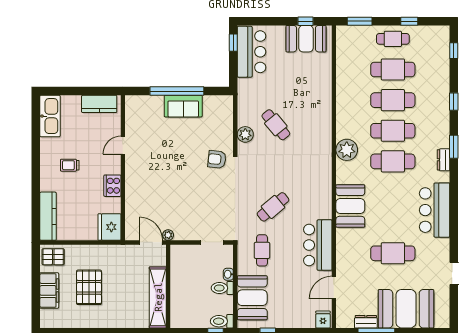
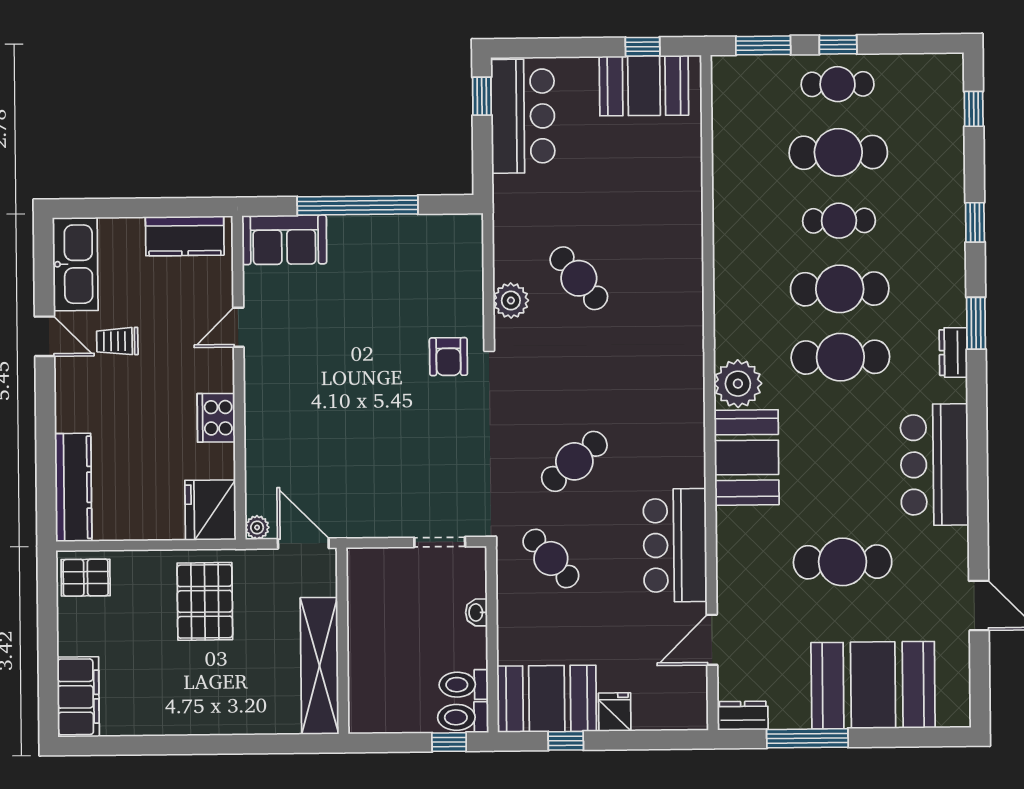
window: (409, 21) -> (838, 45), moved
cafe table: (393, 100) -> (839, 221), width x0.73, depth x0.74
sofa: (183, 106) -> (284, 240), moved
door: (36, 148) -> (45, 336), added
plant: (347, 150) -> (738, 384), moved
armchair: (217, 159) -> (448, 357), turned -96
trolley: (70, 165) -> (117, 341), moved
plant: (168, 235) -> (257, 527), moved
cafe table: (262, 250) -> (551, 558), turned -42
pallet: (89, 287) -> (205, 601), moved
toilet: (222, 288) -> (464, 685), moved
filing cabinet: (49, 290) -> (78, 697), moved
booth: (252, 298) -> (547, 699), moved, turned 90
fridge: (323, 320) -> (615, 712), moved
dresser: (366, 322) -> (743, 716), moved

